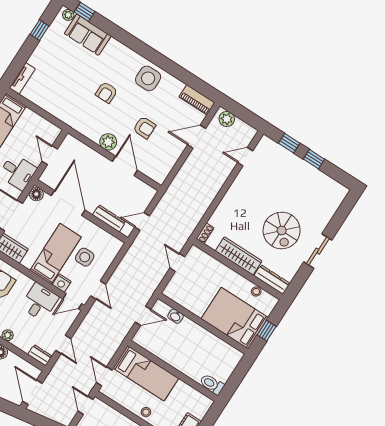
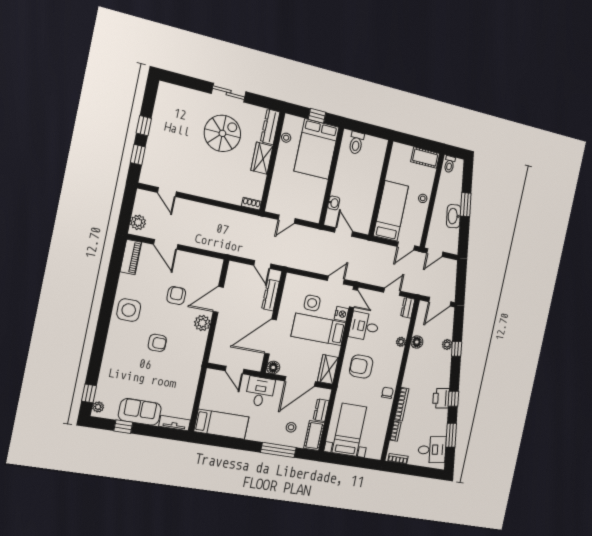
sofa: (88, 35) -> (140, 412), moved, turned -90
door: (50, 155) -> (234, 370), hinge flipped
wardrobe: (239, 256) -> (262, 158), width x0.67
toilet: (212, 384) -> (356, 143), moved

